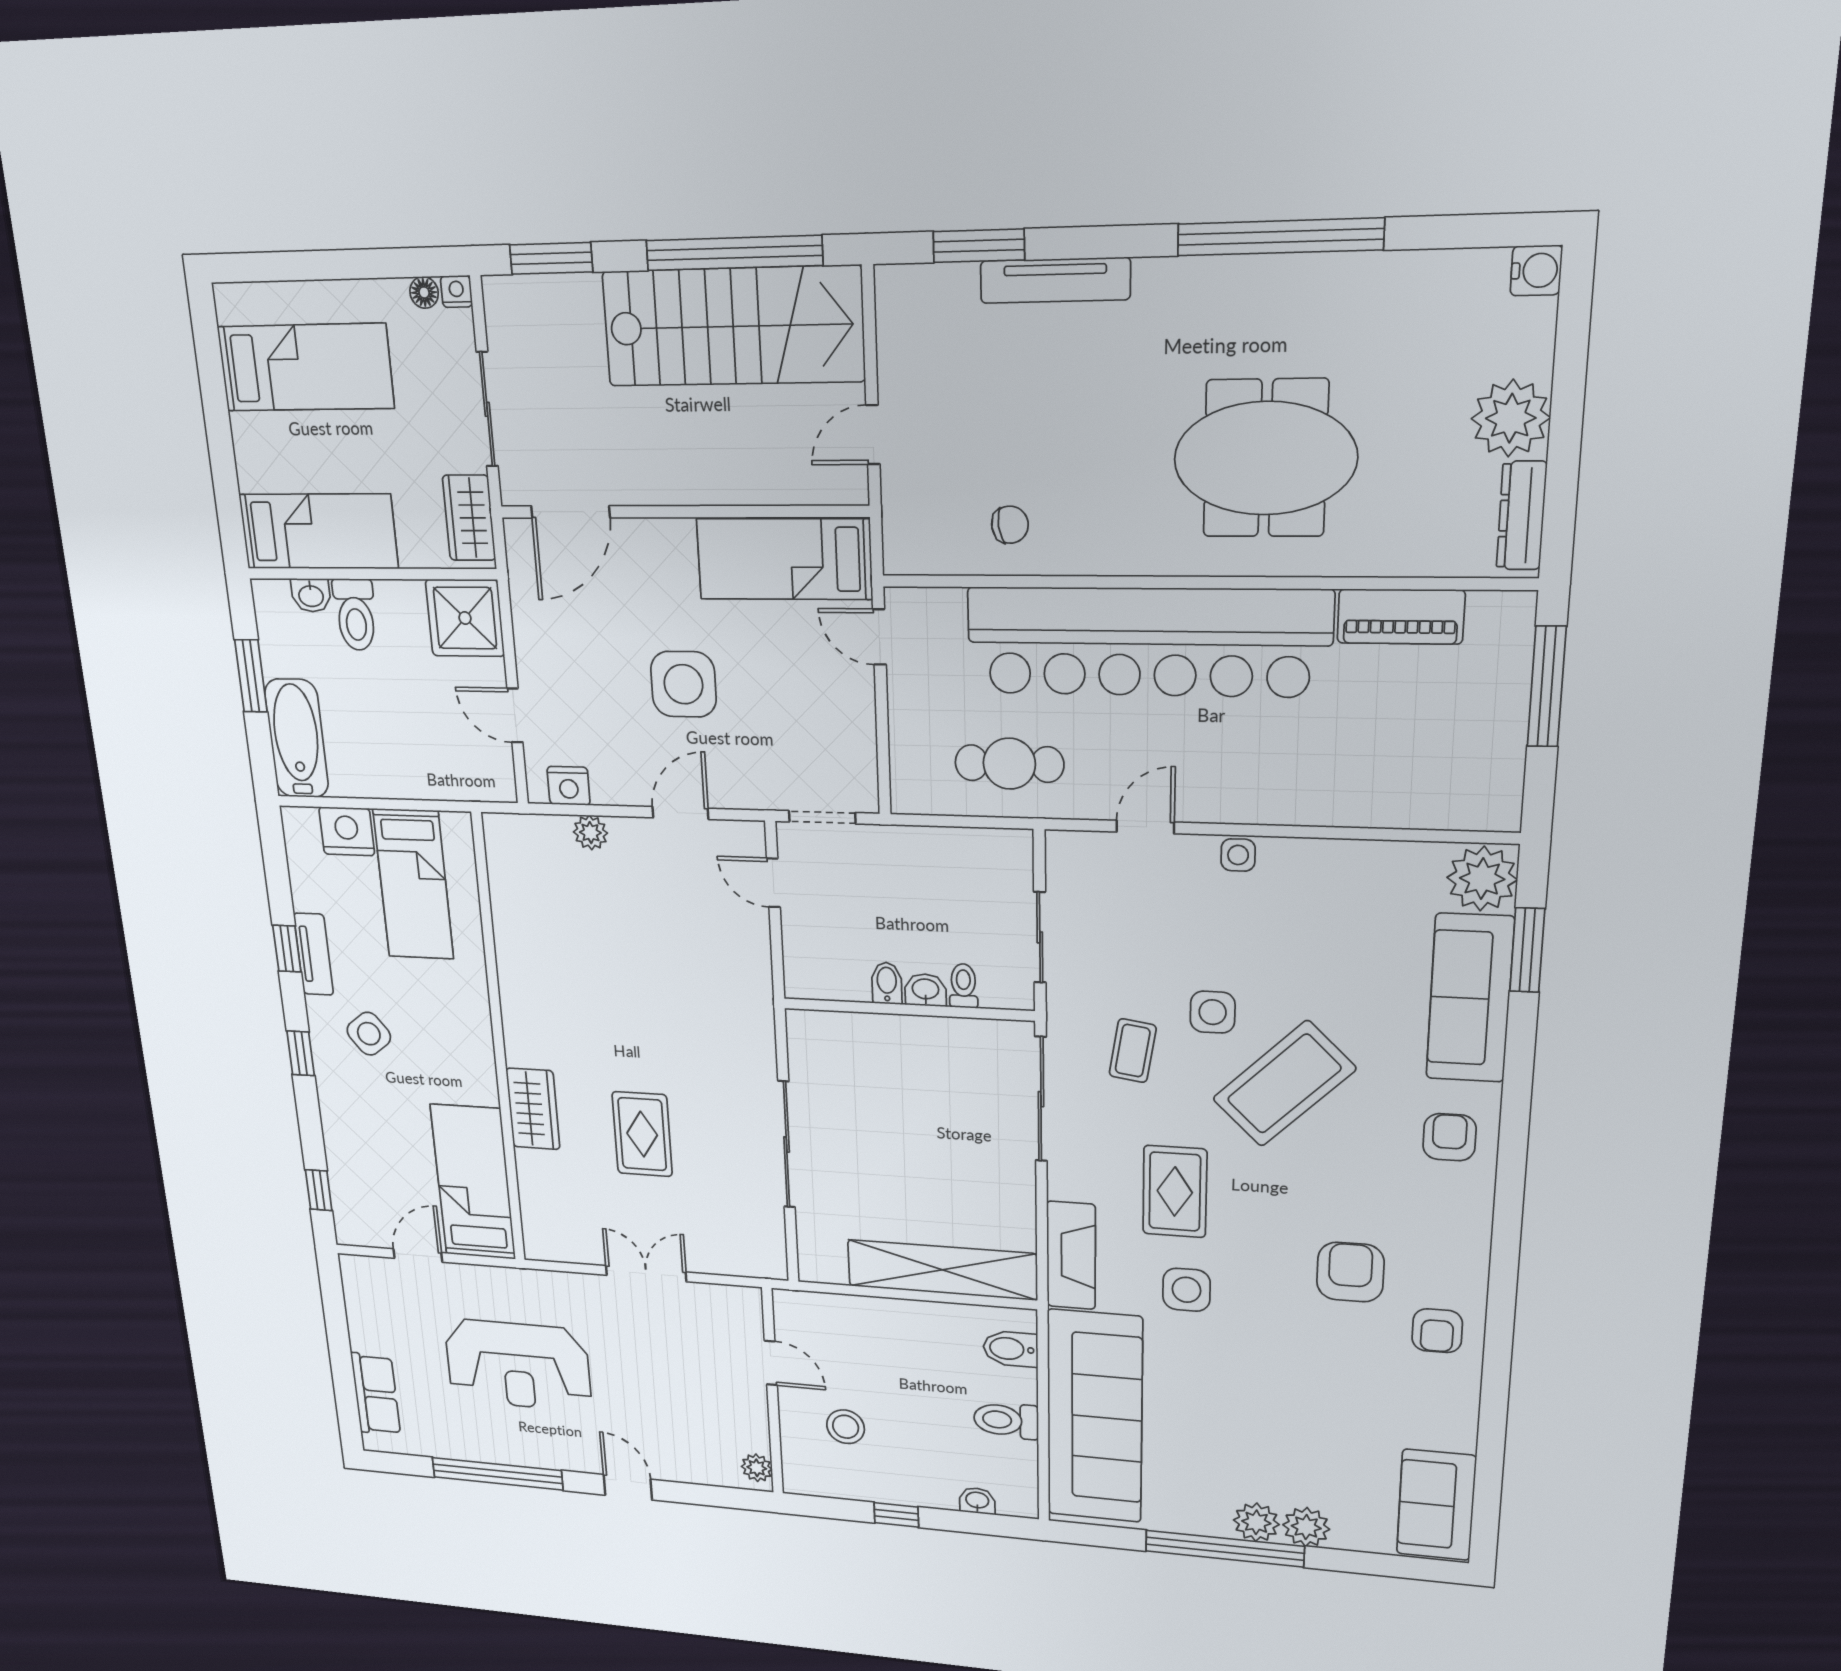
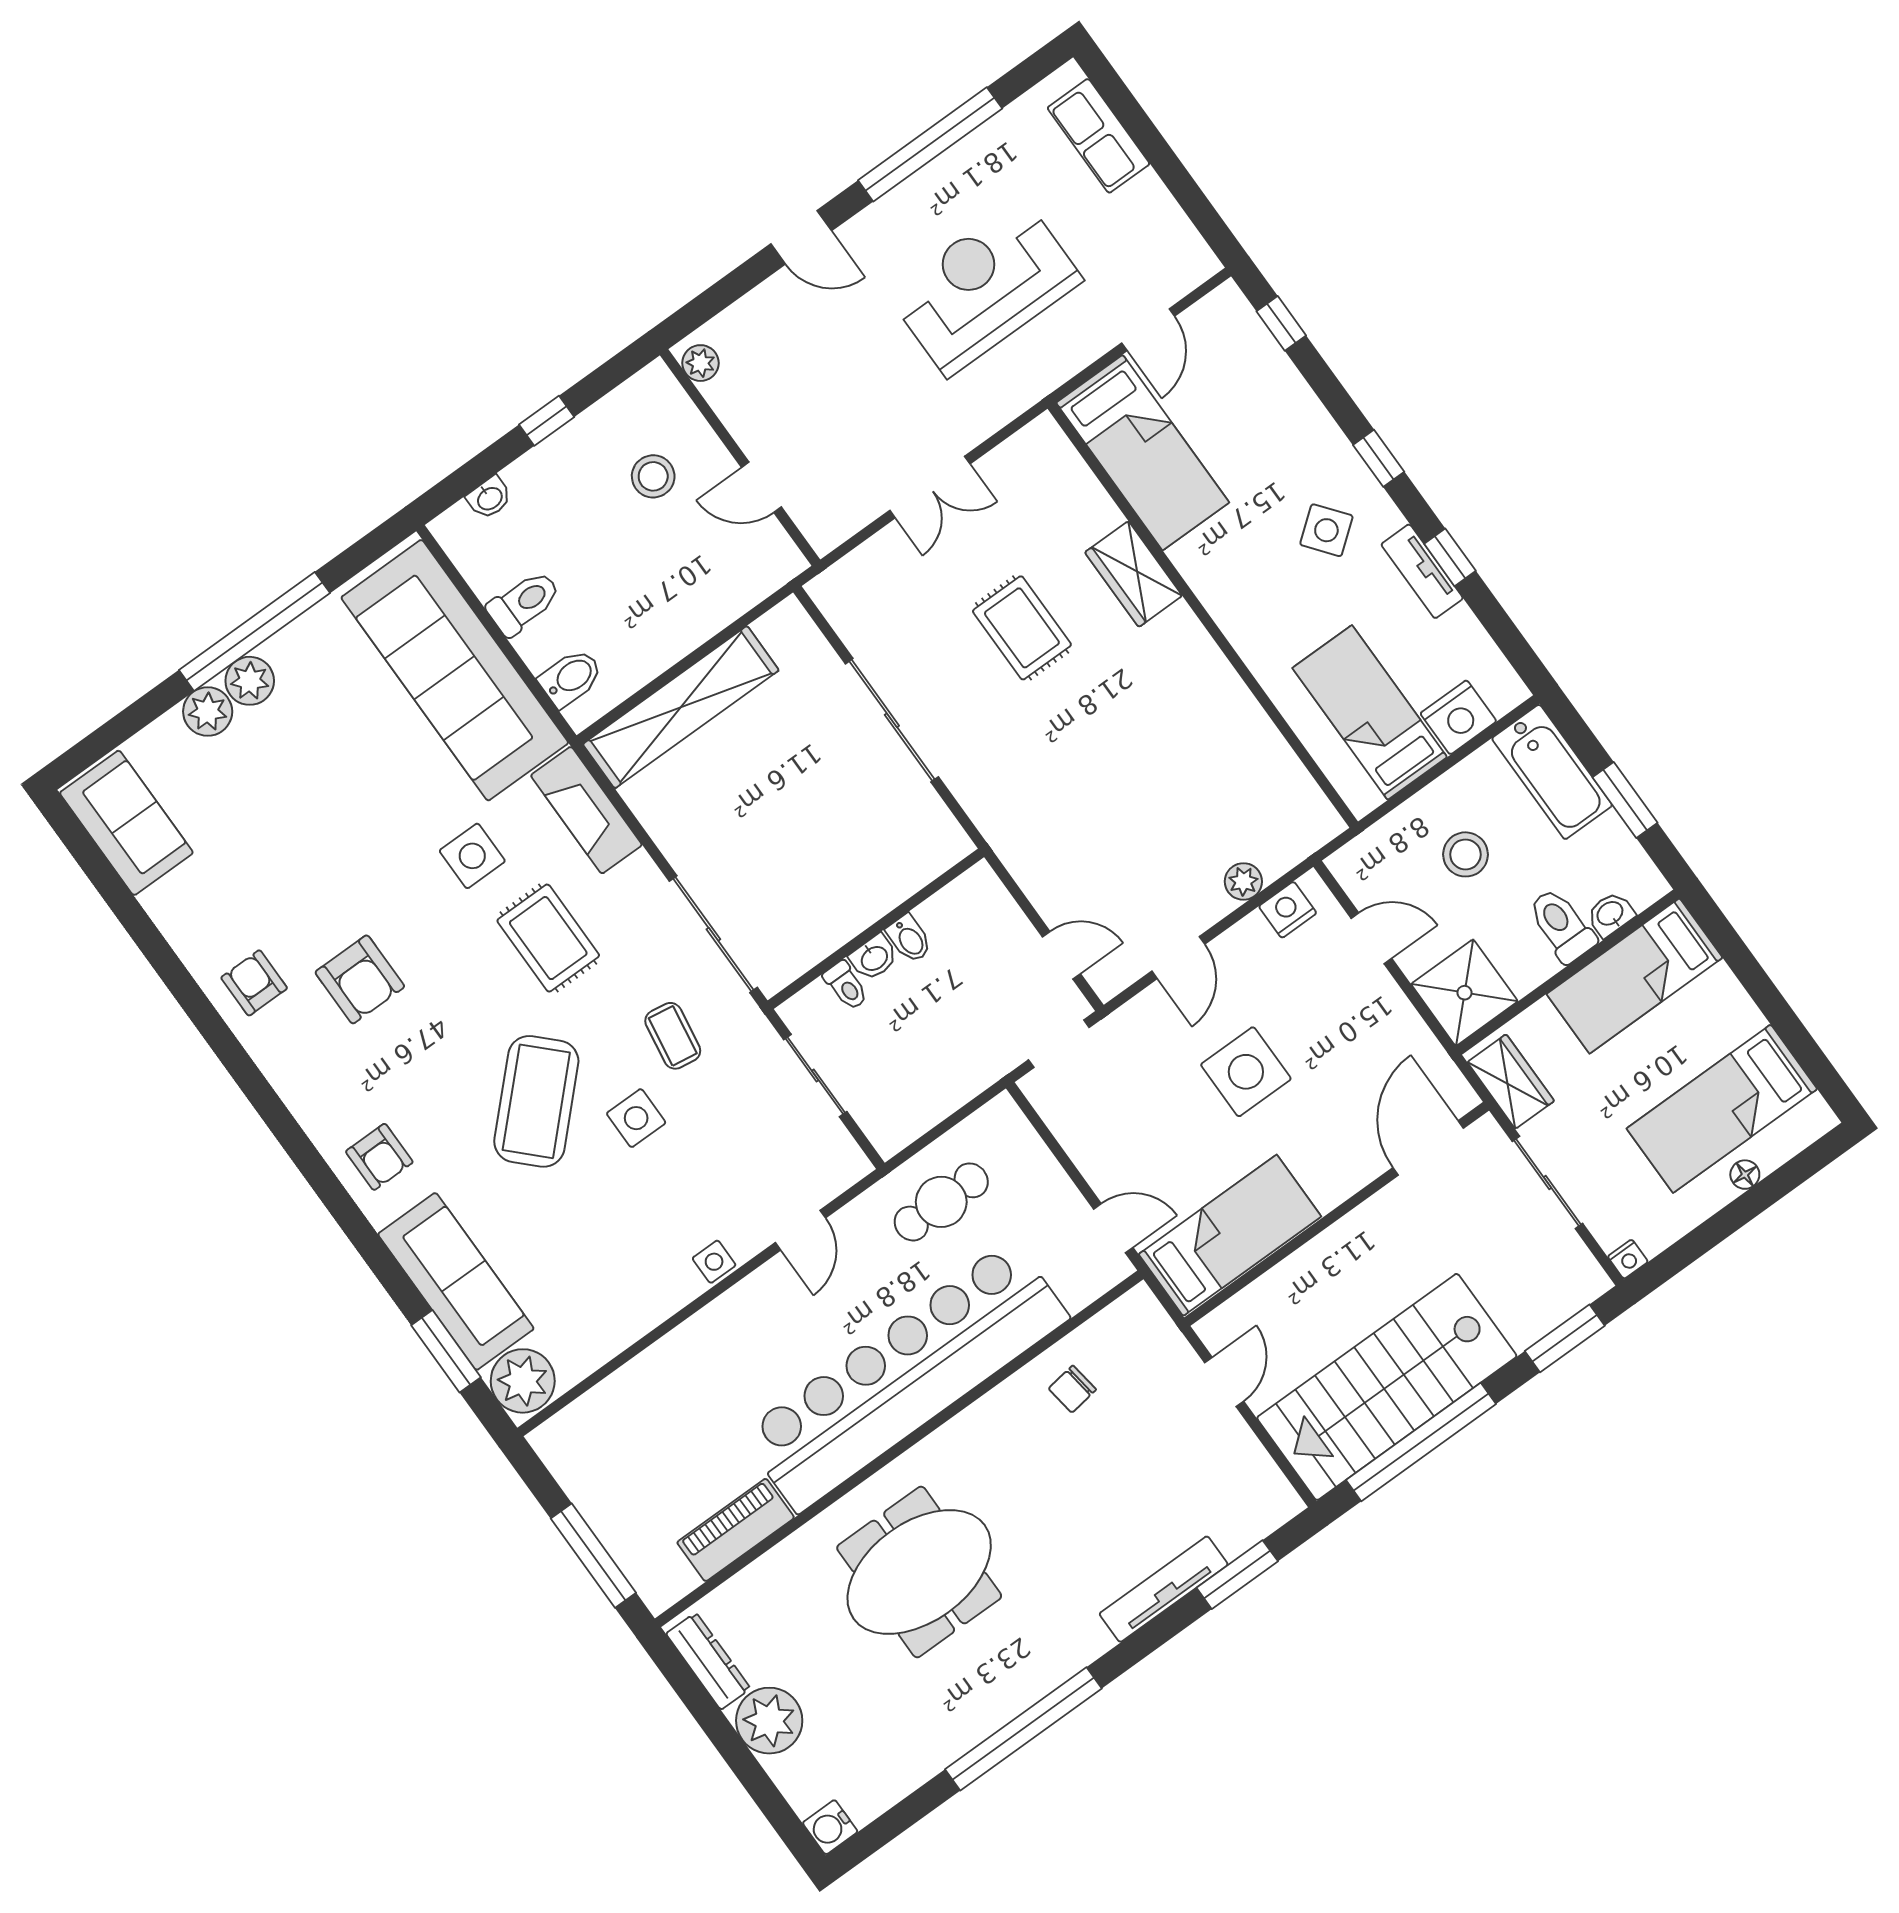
floor lamp: (424, 292) -> (1745, 1175), moved
stool: (401, 725) -> (1466, 854), added

